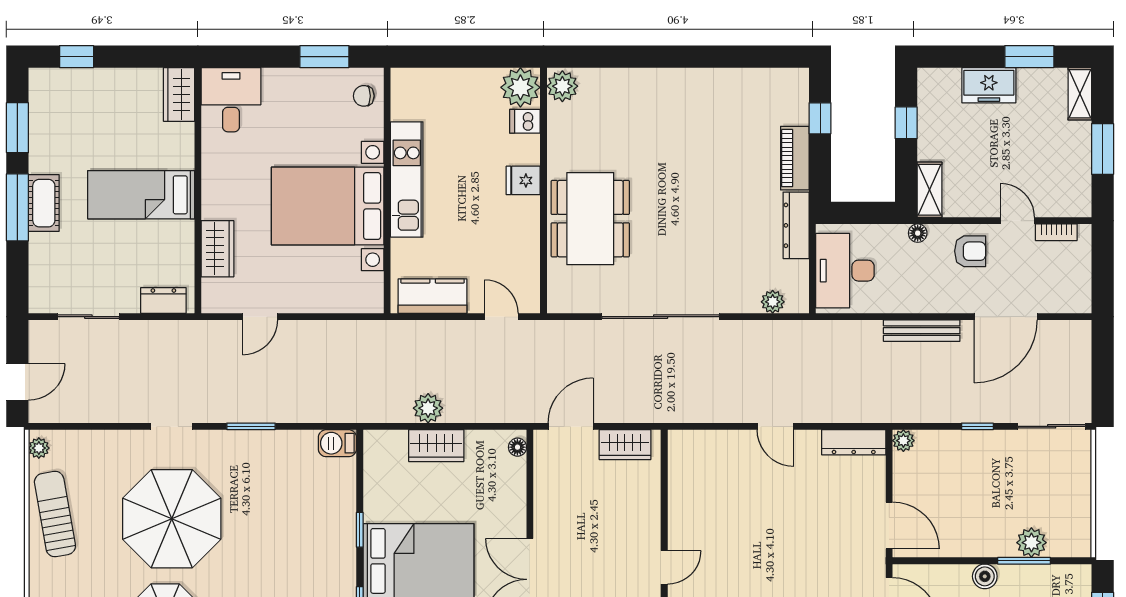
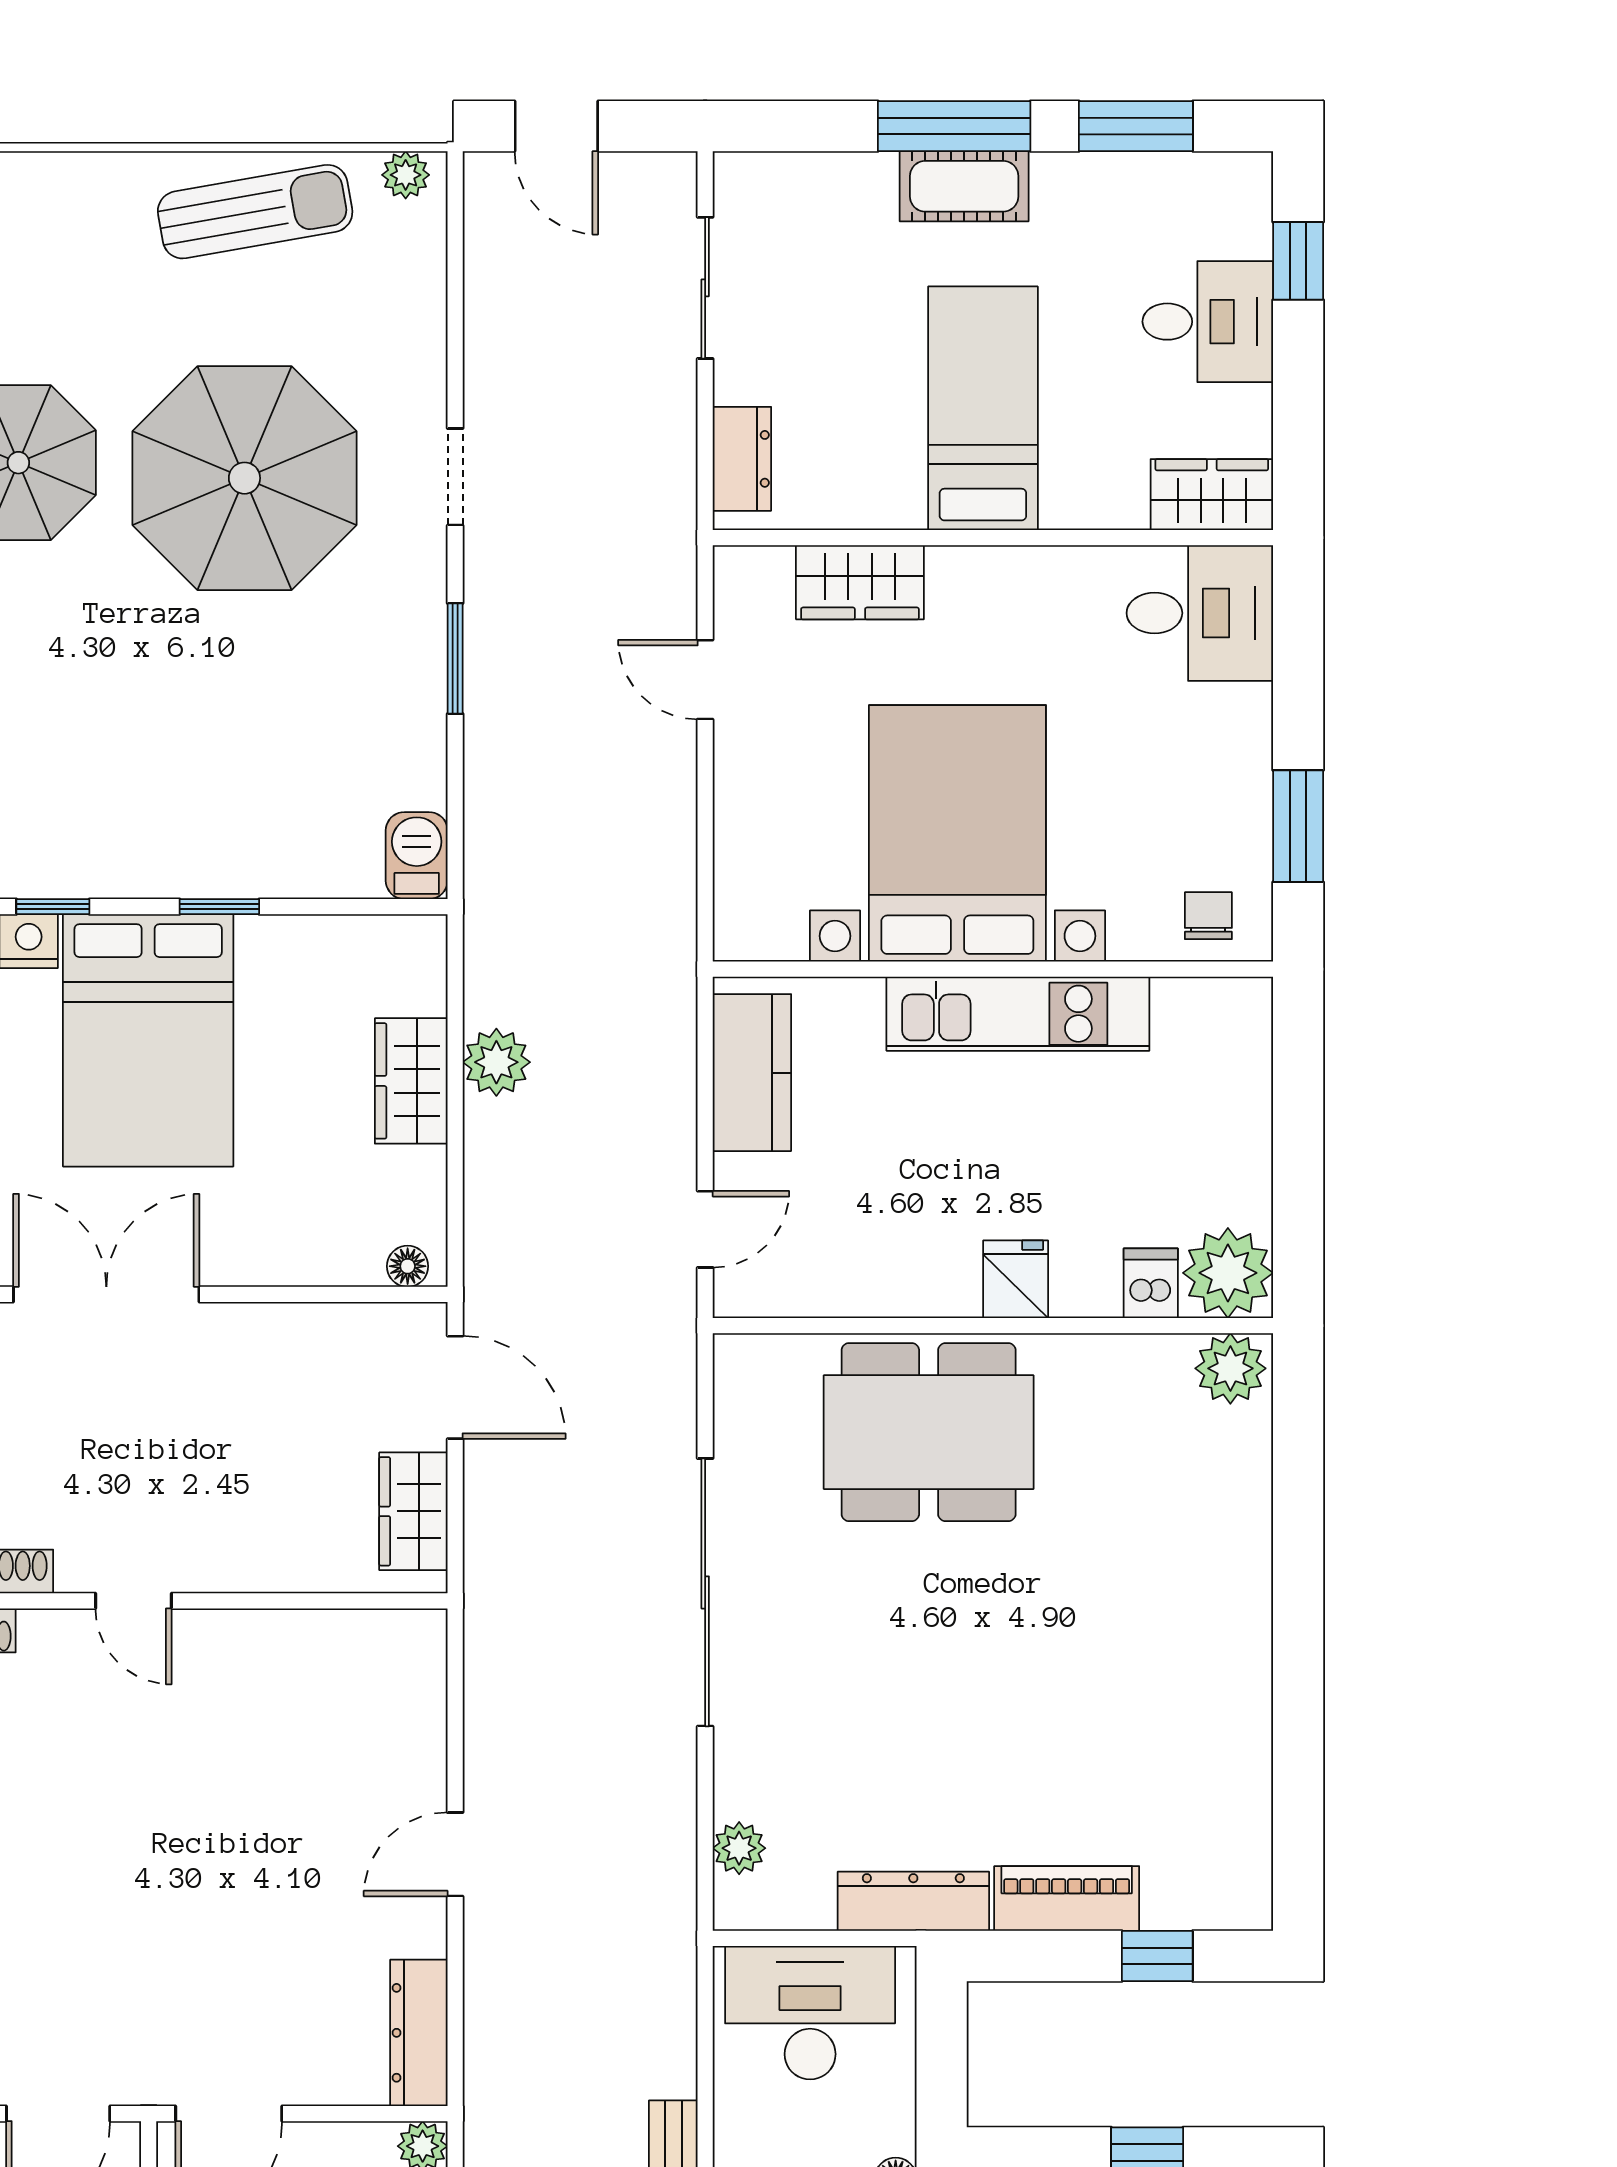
desk: (103, 96) -> (1208, 322), added

